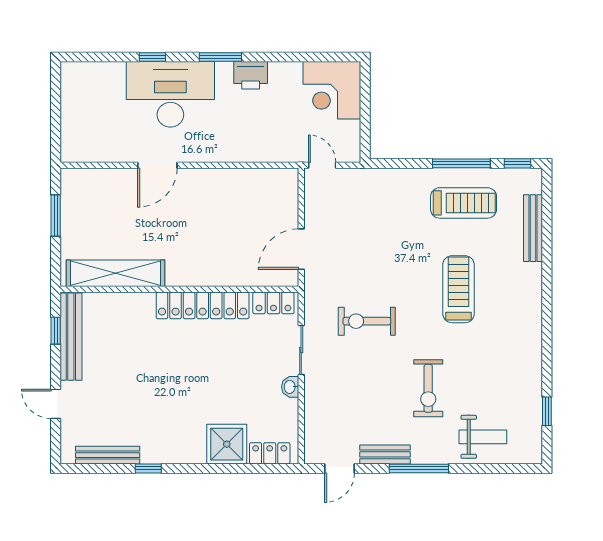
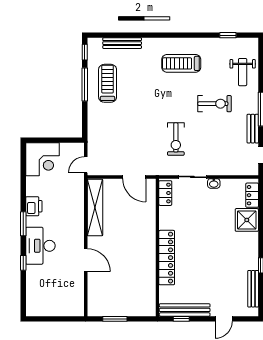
desk: (170, 94) -> (40, 246), width x0.73, depth x0.77
shelving: (115, 273) -> (95, 208), moved
treadmill: (458, 289) -> (181, 63), moved
locker: (203, 305) -> (167, 258), moved
weight bench: (483, 437) -> (243, 72), turned 180

